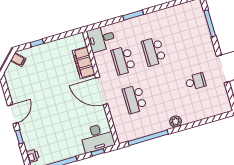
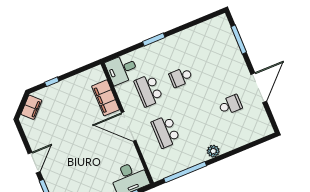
school desk: (154, 52) -> (181, 77), width x0.54
filing cabinet: (18, 60) -> (31, 107), width x2.00

